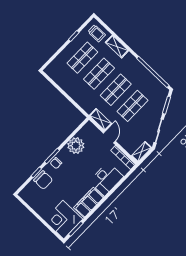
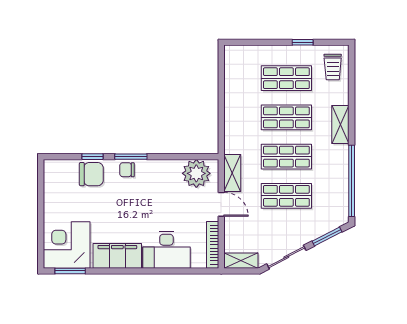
shelving: (117, 47) -> (340, 125), moved
door: (109, 137) -> (221, 204), hinge flipped
plant: (76, 146) -> (196, 173), moved
chair: (43, 180) -> (91, 174), turned -90

